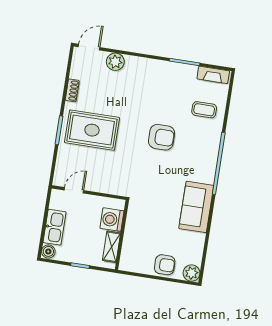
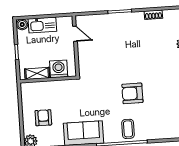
coffee table: (204, 110) -> (128, 129), moved
rug: (92, 130) -> (126, 37), removed
armchair: (161, 137) -> (132, 93), turned 90
armchair: (165, 265) -> (43, 118), moved, turned 180

